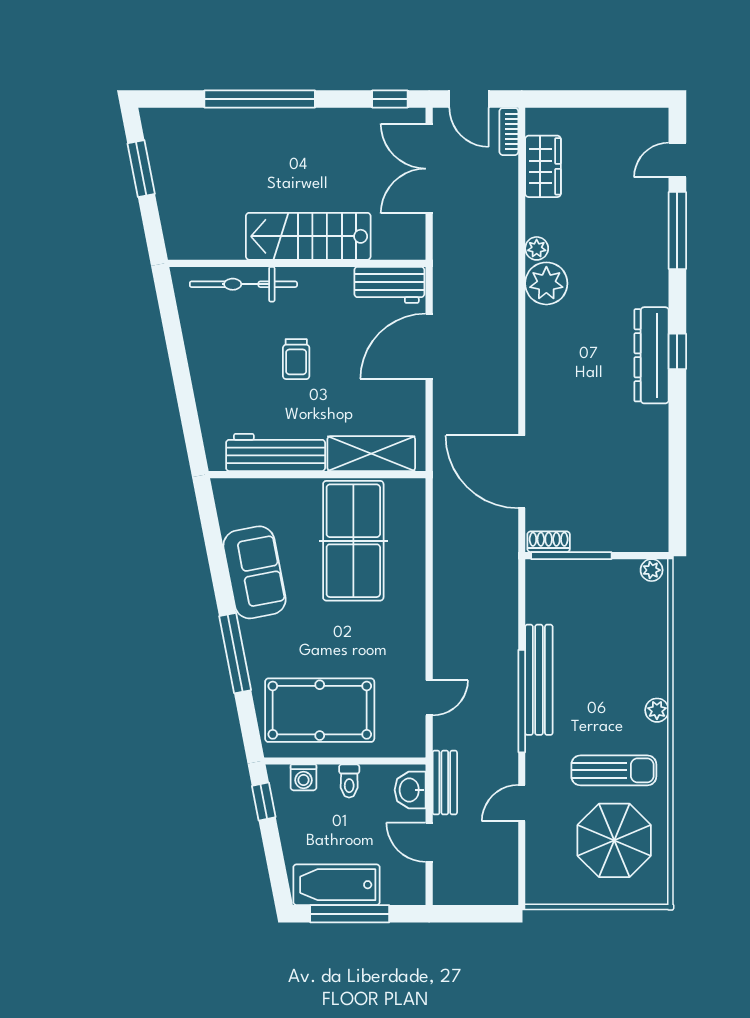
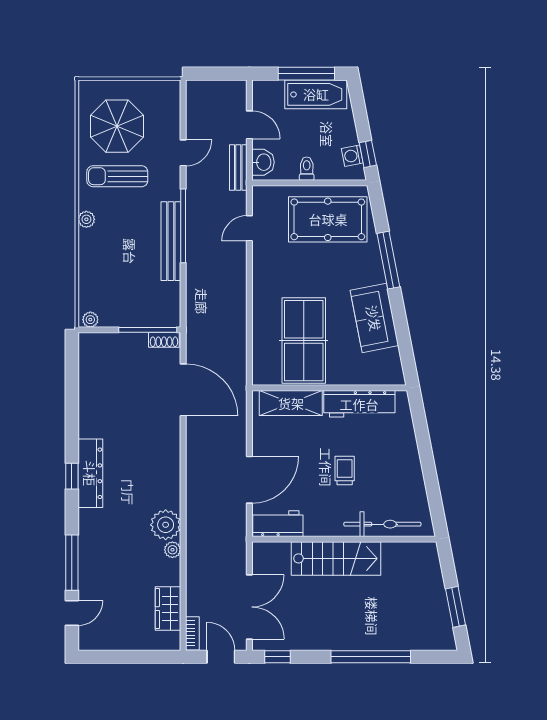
washing machine: (303, 777) -> (352, 156), moved, turned -101

